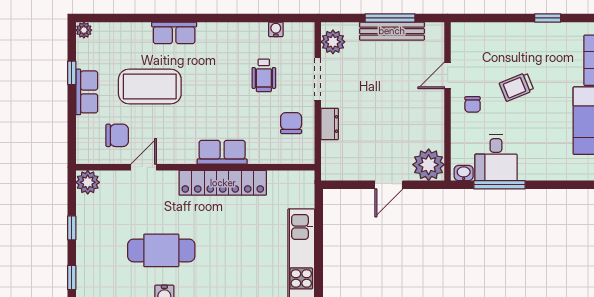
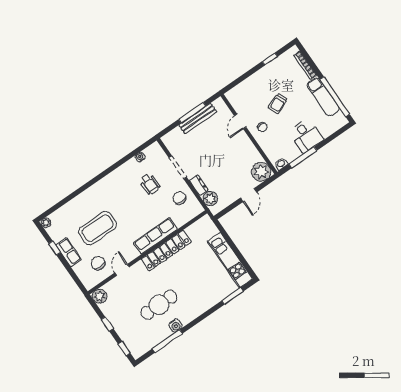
row of seats: (174, 33) -> (91, 193), removed
plant: (333, 42) -> (210, 199), moved
chair: (117, 135) -> (98, 263), turned -90
row of seats: (222, 152) -> (155, 236), width x1.48
desk: (496, 158) -> (306, 136), moved

